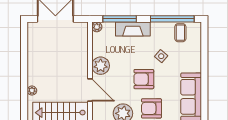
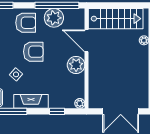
window: (120, 19) -> (57, 111), width x0.46
fireplace: (133, 29) -> (31, 101), moved

